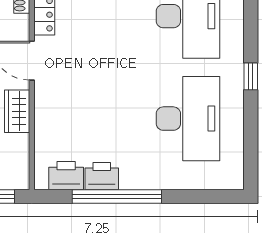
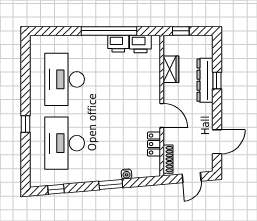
window: (251, 76) -> (26, 124), moved
wardrobe: (17, 111) -> (171, 69), moved

